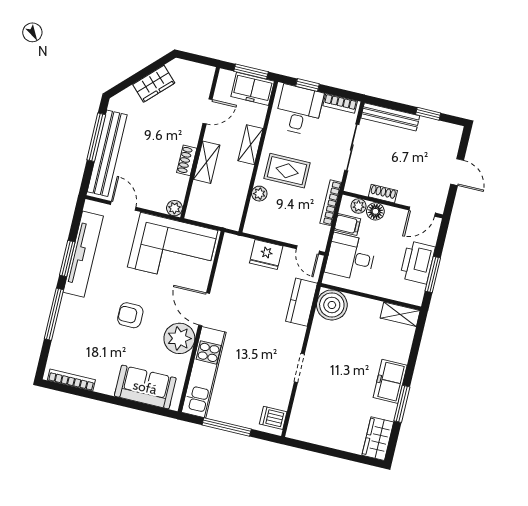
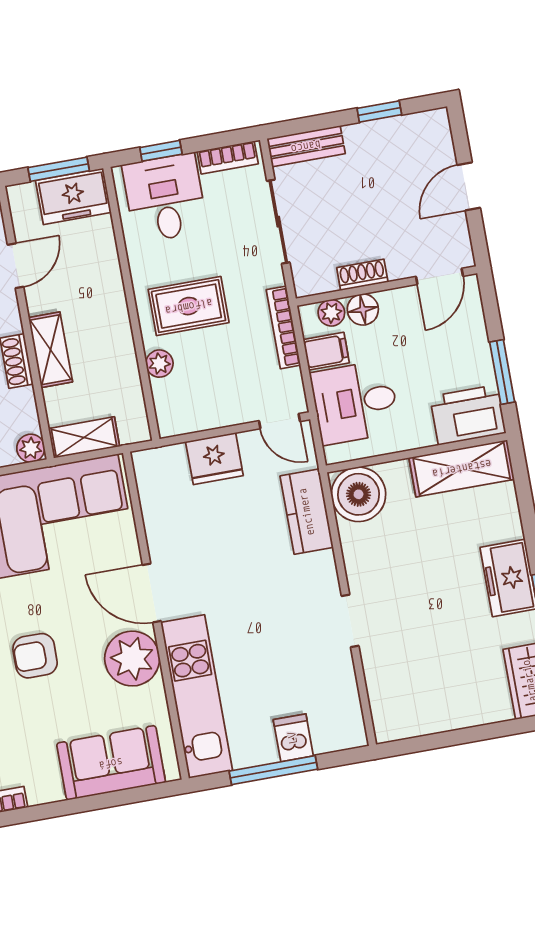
bench: (390, 117) -> (306, 146), width x0.73
shelving: (250, 145) -> (84, 437), moved, turned 90
door: (457, 172) -> (469, 186), swing flipped
printer: (417, 262) -> (468, 415), moved, turned 90
shelving: (400, 314) -> (462, 468), width x1.50, depth x1.33
dishwasher: (273, 418) -> (293, 738), moved, turned 90

